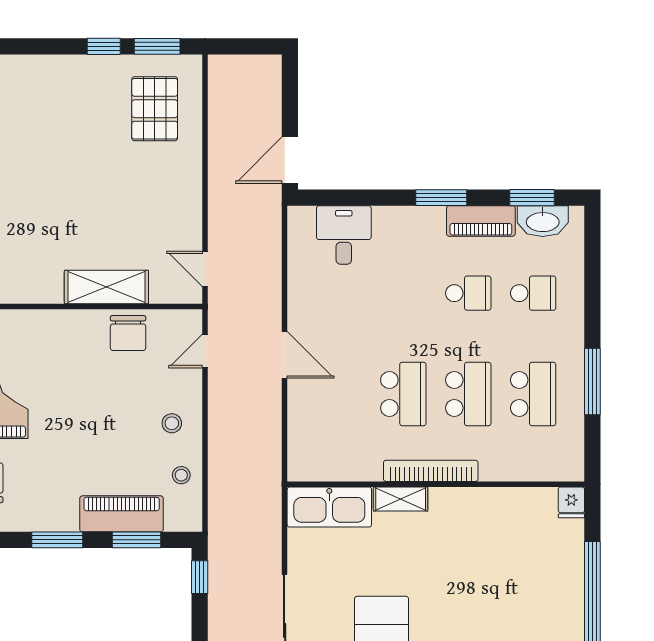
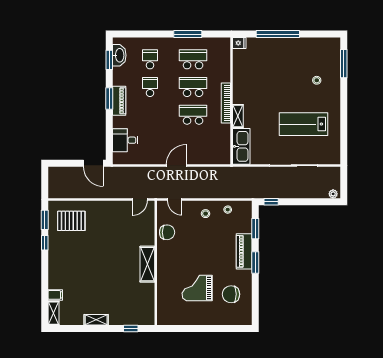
piano: (481, 221) -> (119, 101), moved
shelving: (106, 287) -> (147, 264), moved
piano: (122, 514) -> (244, 251), moved

